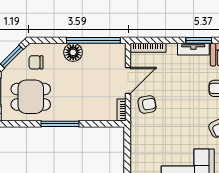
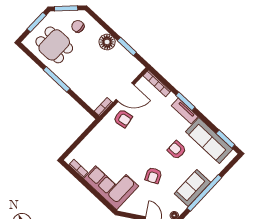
window: (93, 40) -> (127, 46), width x0.47
window: (199, 40) -> (185, 101), moved

